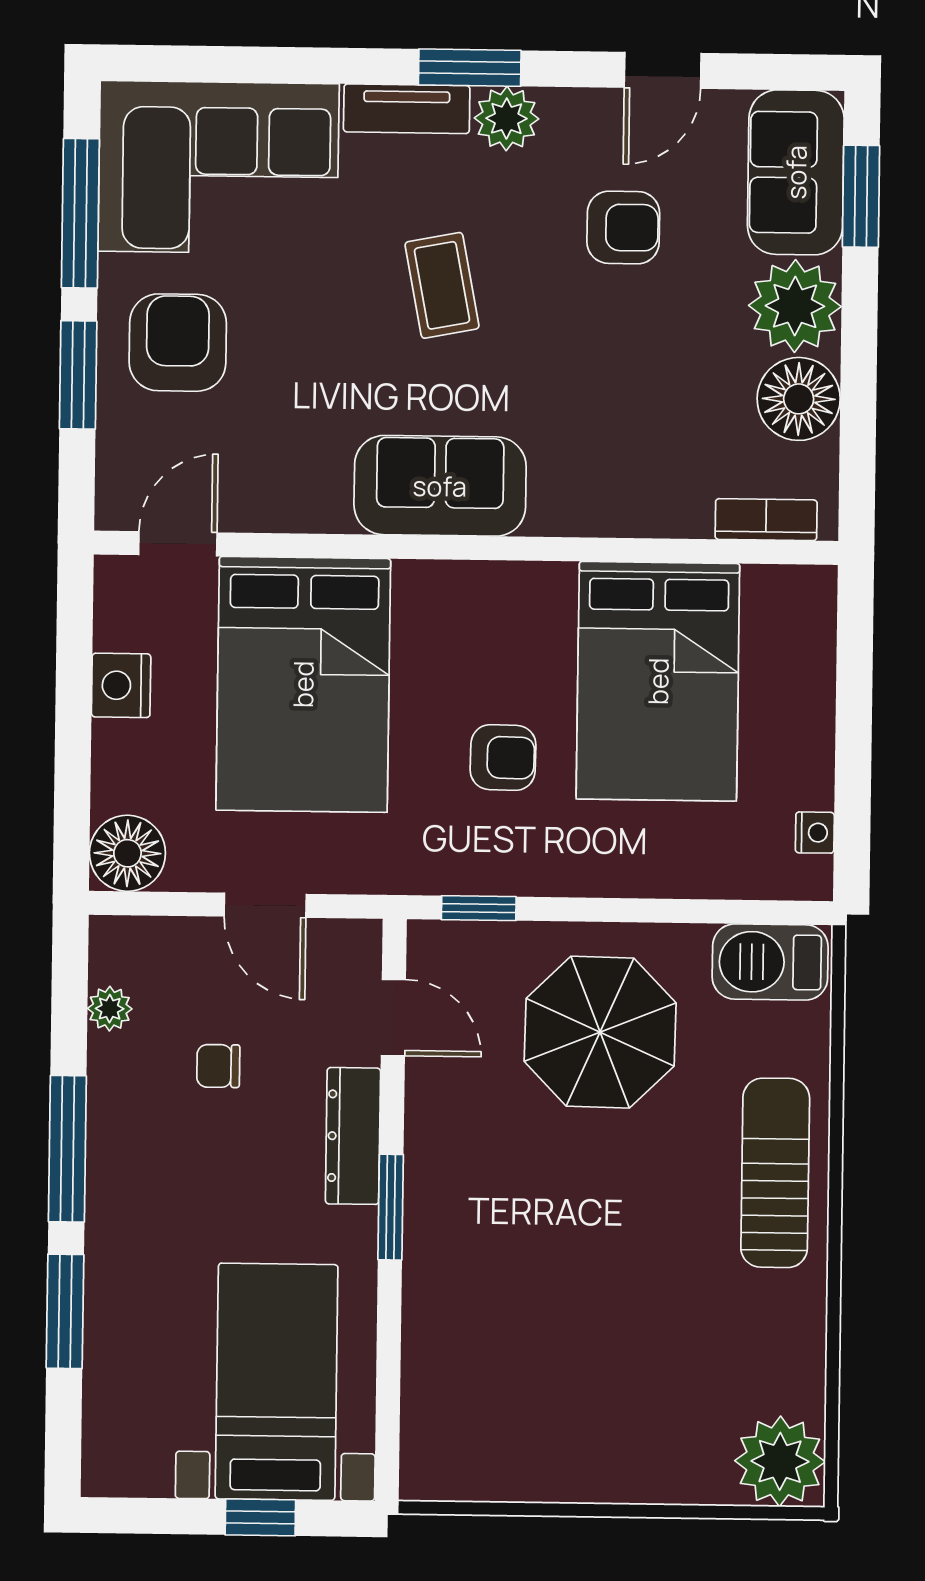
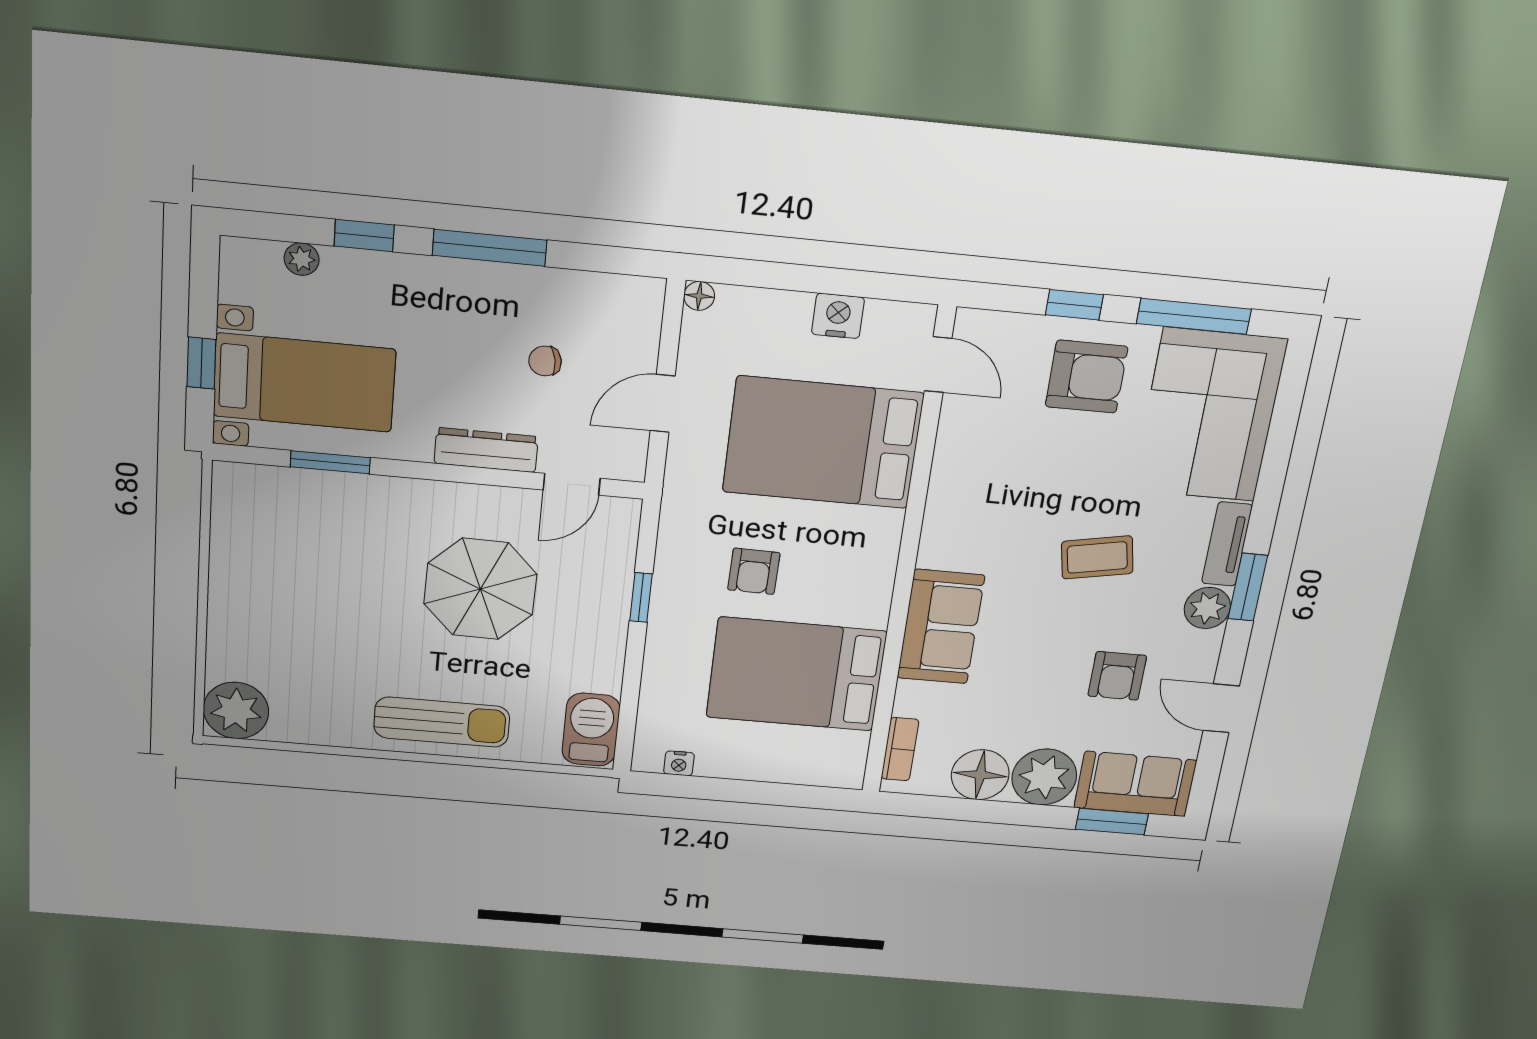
window: (78, 375) -> (1074, 305), width x0.67
sofa: (440, 486) -> (941, 627), moved
floor lamp: (127, 853) -> (699, 296), width x0.53, depth x0.53
window: (479, 908) -> (641, 597), moved
plant: (110, 1009) -> (302, 259), moved
parasol: (600, 1032) -> (480, 589), moved
chair: (218, 1066) -> (545, 361), turned -99
window: (391, 1207) -> (330, 462), moved
window: (65, 1311) -> (364, 235), width x0.67

